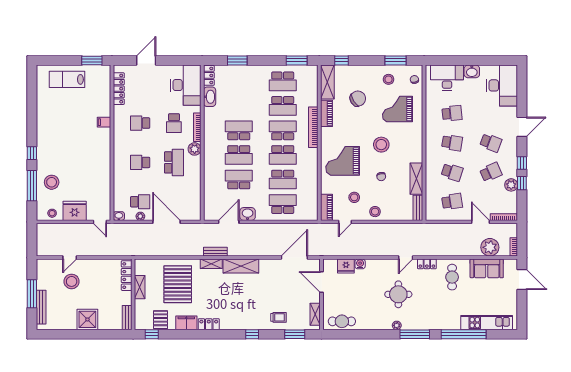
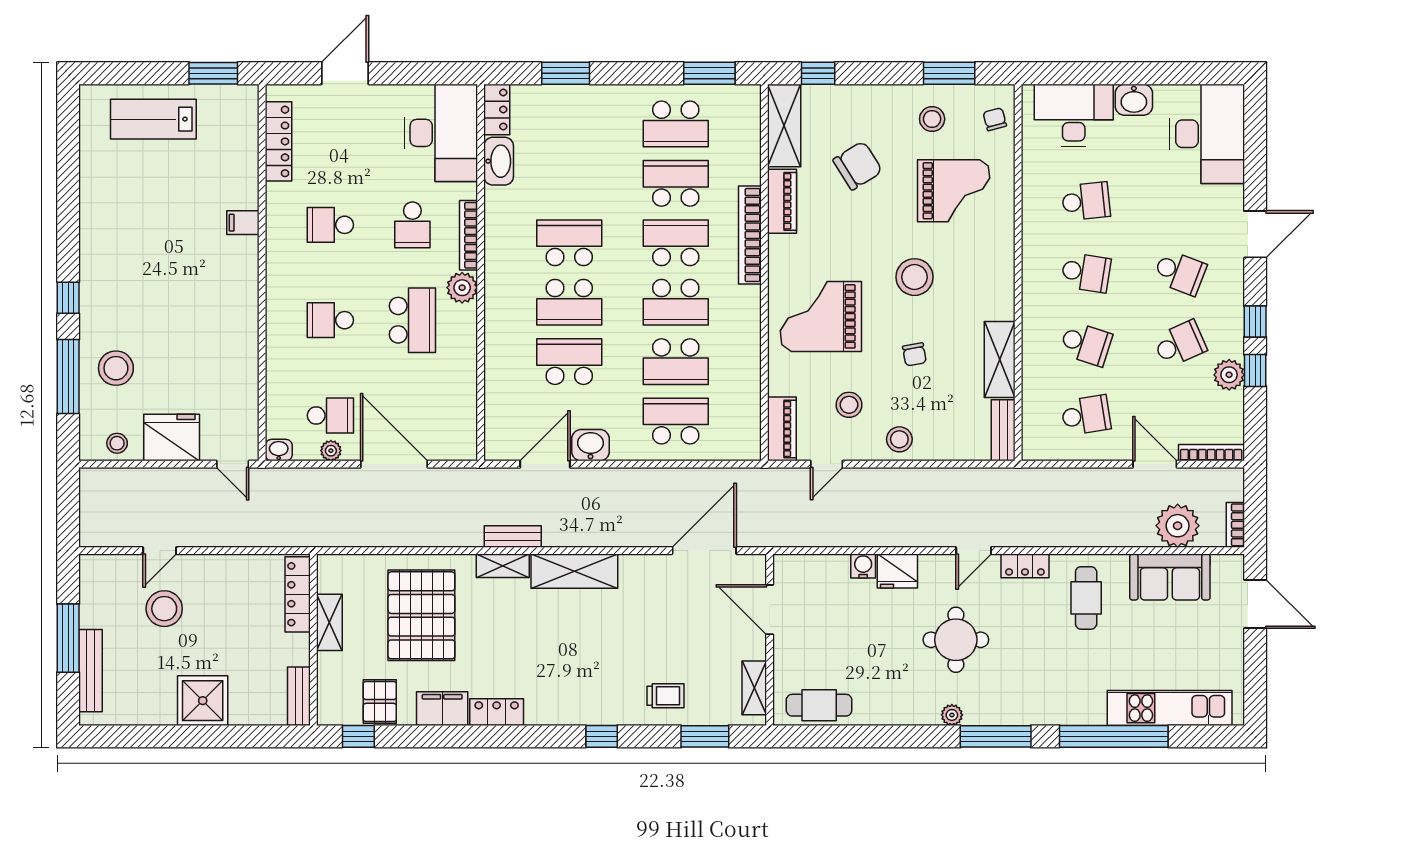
school desk: (283, 106) -> (676, 183), turned 180
grand piano: (397, 109) -> (954, 191), turned 180
fridge: (346, 266) -> (897, 571), moved

